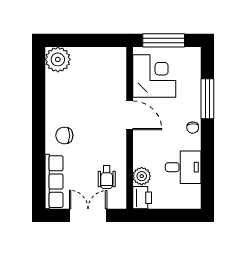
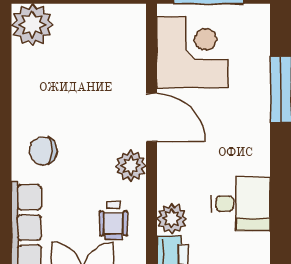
chair: (193, 128) -> (257, 138), removed
plant: (117, 144) -> (131, 166), added

